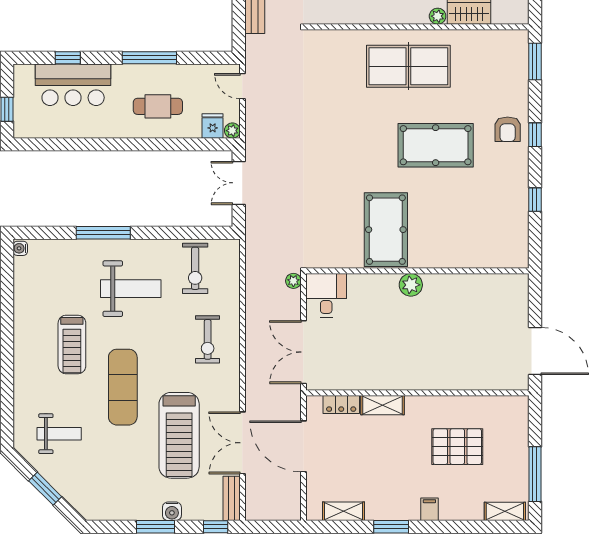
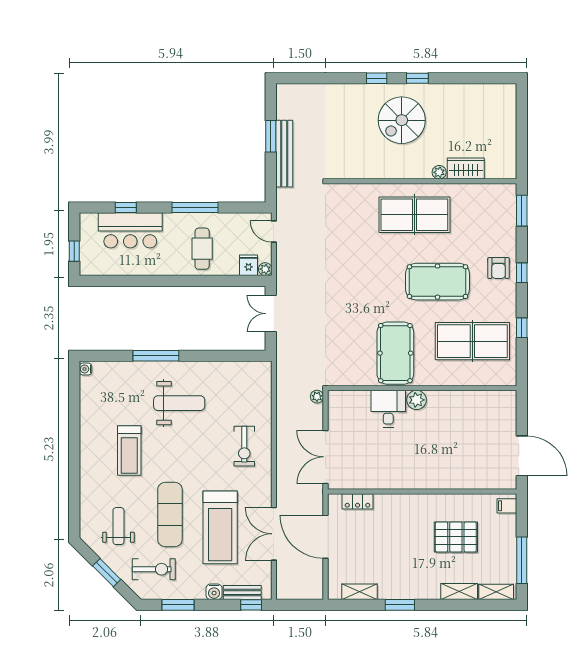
cafe table: (158, 106) -> (202, 249), turned 90
table tennis table: (477, 216) -> (472, 341), added
exercise bike: (195, 268) -> (154, 569), moved, turned -90
desk: (326, 295) -> (388, 409), moved
exercise mat: (123, 387) -> (170, 515), moved
shelving: (383, 405) -> (459, 592), moved
weight bench: (59, 434) -> (118, 526), turned -90
bench: (232, 498) -> (242, 593), moved, turned 90
filing cabinet: (429, 509) -> (507, 506), moved, turned -90
window: (156, 527) -> (178, 605), moved

